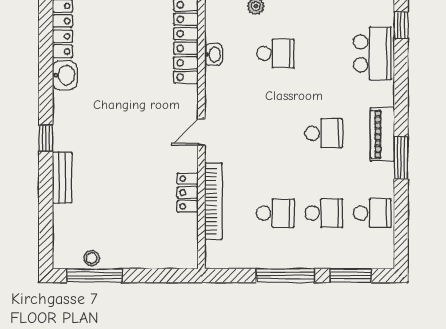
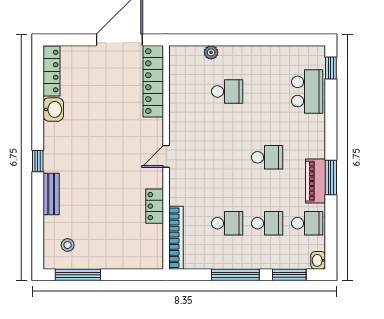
washbasin: (213, 55) -> (318, 260), moved, turned 180
piano: (382, 134) -> (316, 181), moved
bookcase: (213, 201) -> (176, 238), moved
stool: (92, 258) -> (68, 245), moved

